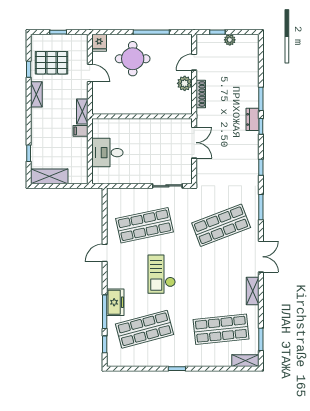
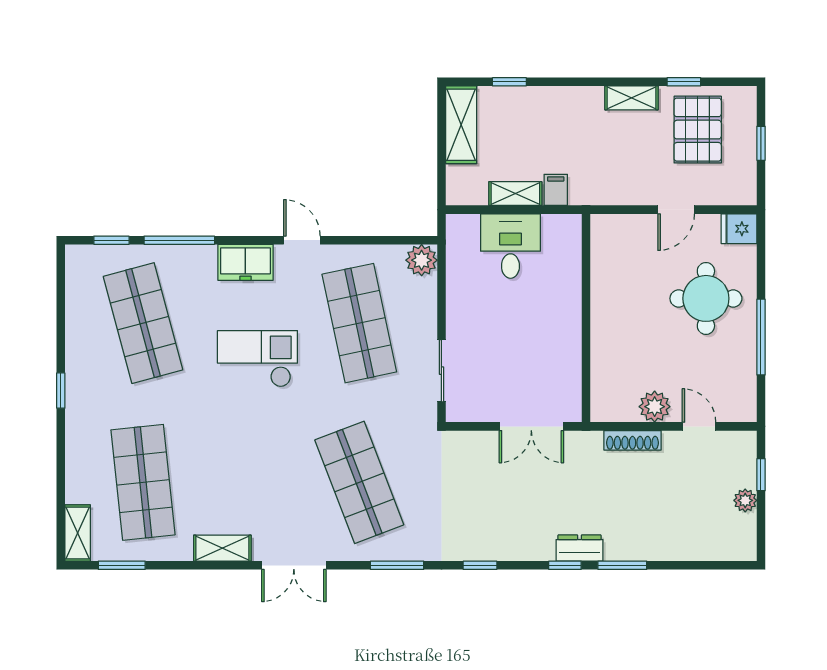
shelving: (82, 111) -> (515, 194), moved
plant: (114, 195) -> (422, 260), added
freezer: (115, 302) -> (245, 262), moved

